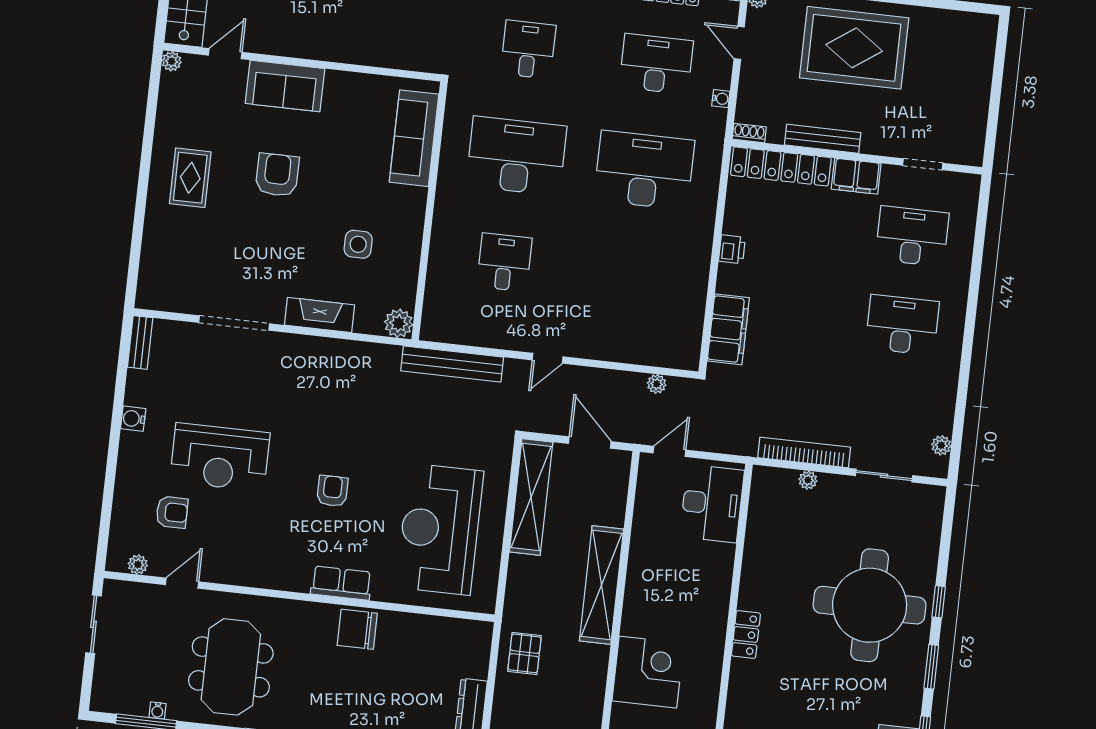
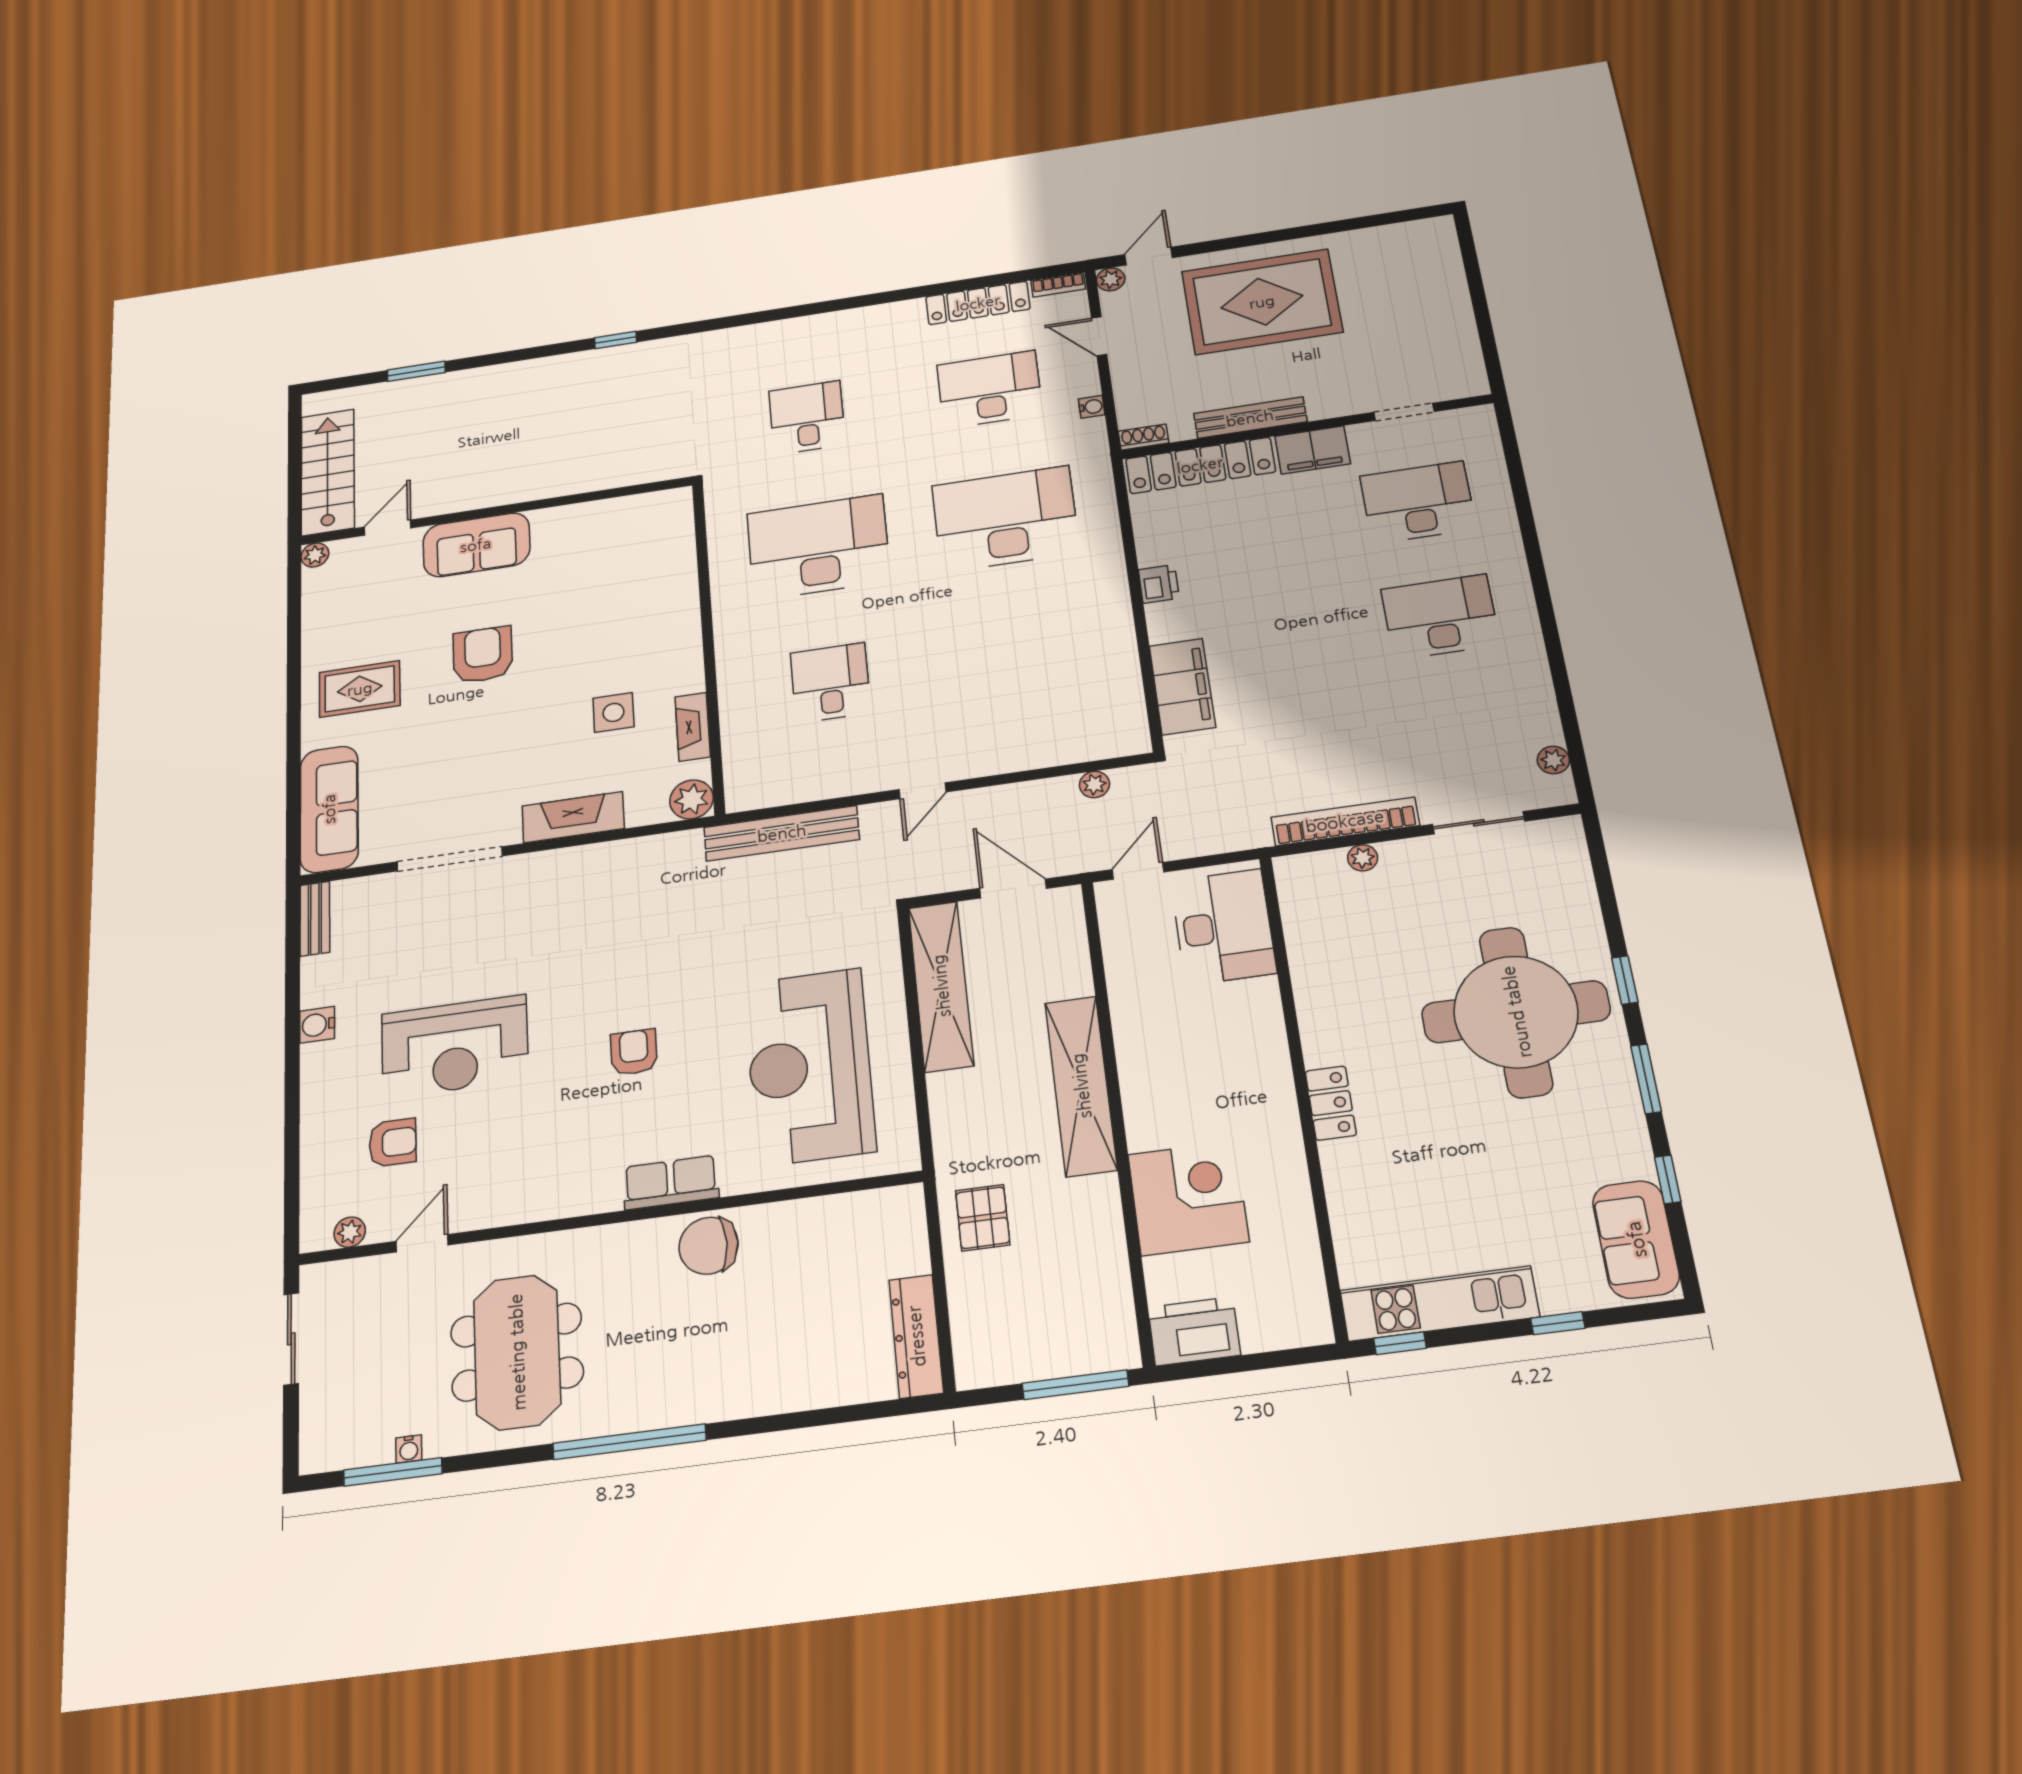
sofa: (414, 138) -> (329, 809), moved, turned 180
rug: (190, 178) -> (360, 689), turned 90
fireplace: (409, 270) -> (693, 727), added

